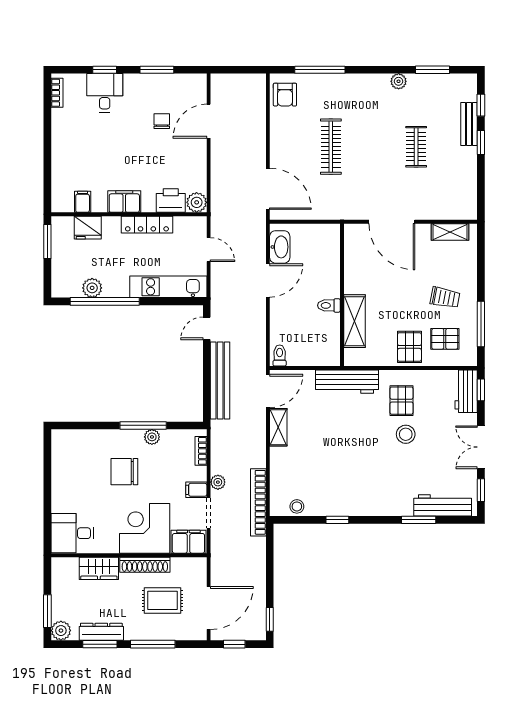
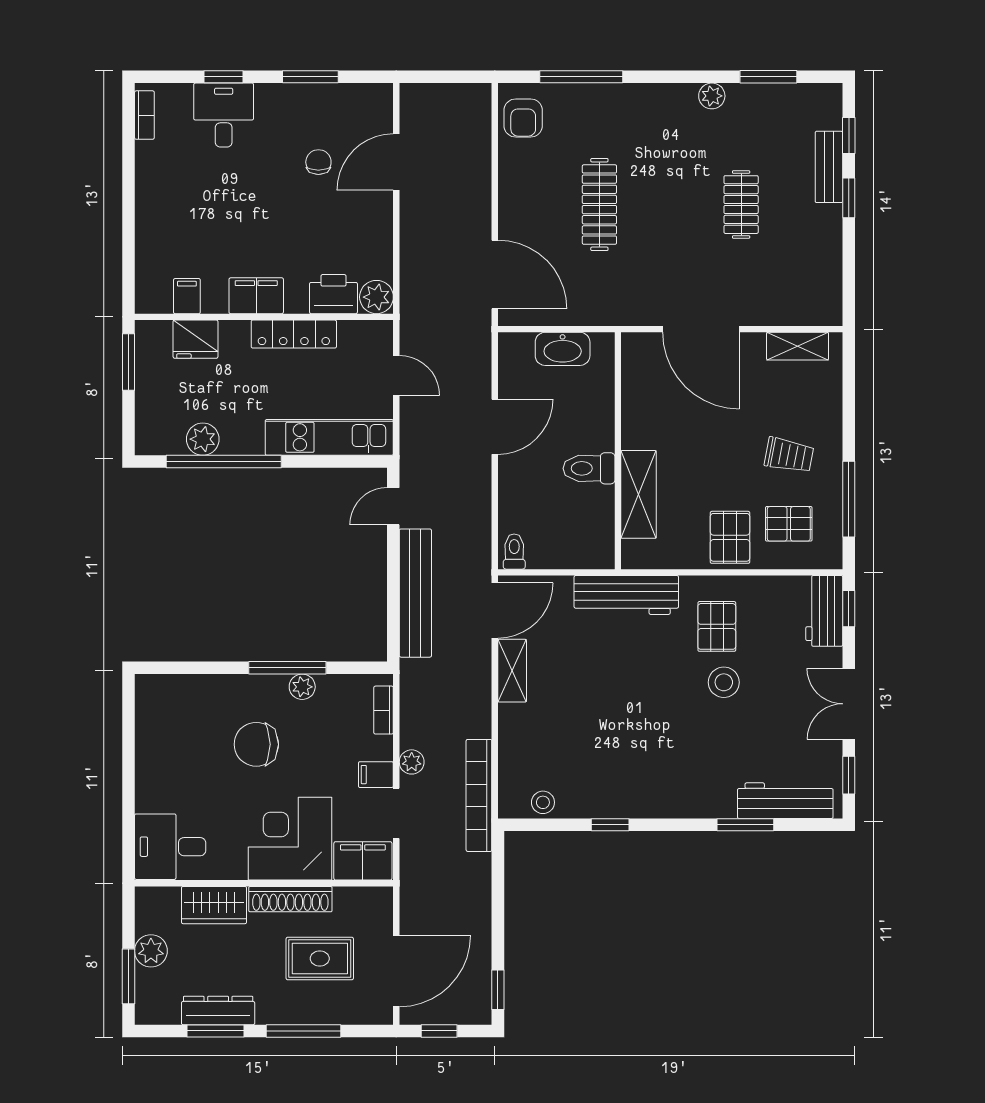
washbasin: (280, 247) -> (563, 349), moved, turned 90
toilet: (329, 305) -> (589, 468), width x1.37, depth x1.39
plant: (61, 631) -> (151, 951), moved

